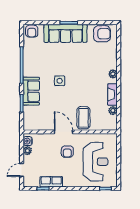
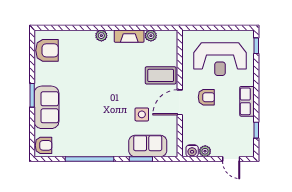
sofa: (66, 33) -> (47, 107), width x0.73
armchair: (102, 34) -> (47, 50), turned 90
side table: (60, 81) -> (142, 114), moved
sofa: (31, 91) -> (148, 146), moved
reception desk: (95, 162) -> (220, 59), turned 180
row of seats: (51, 182) -> (247, 101), moved

